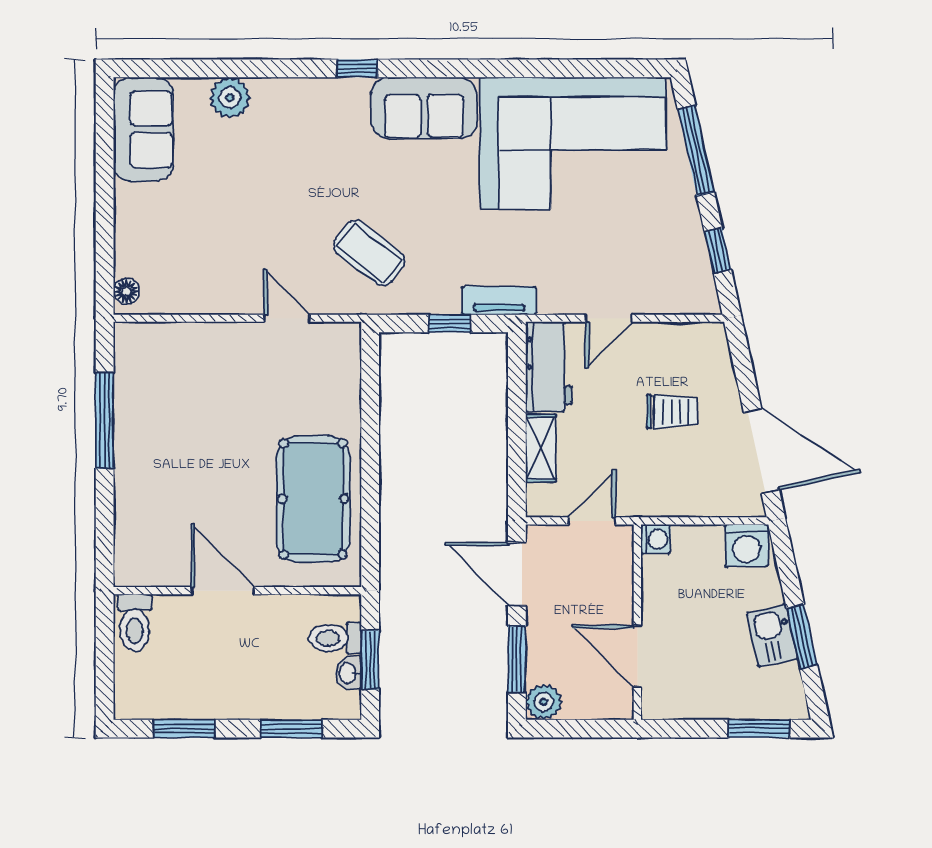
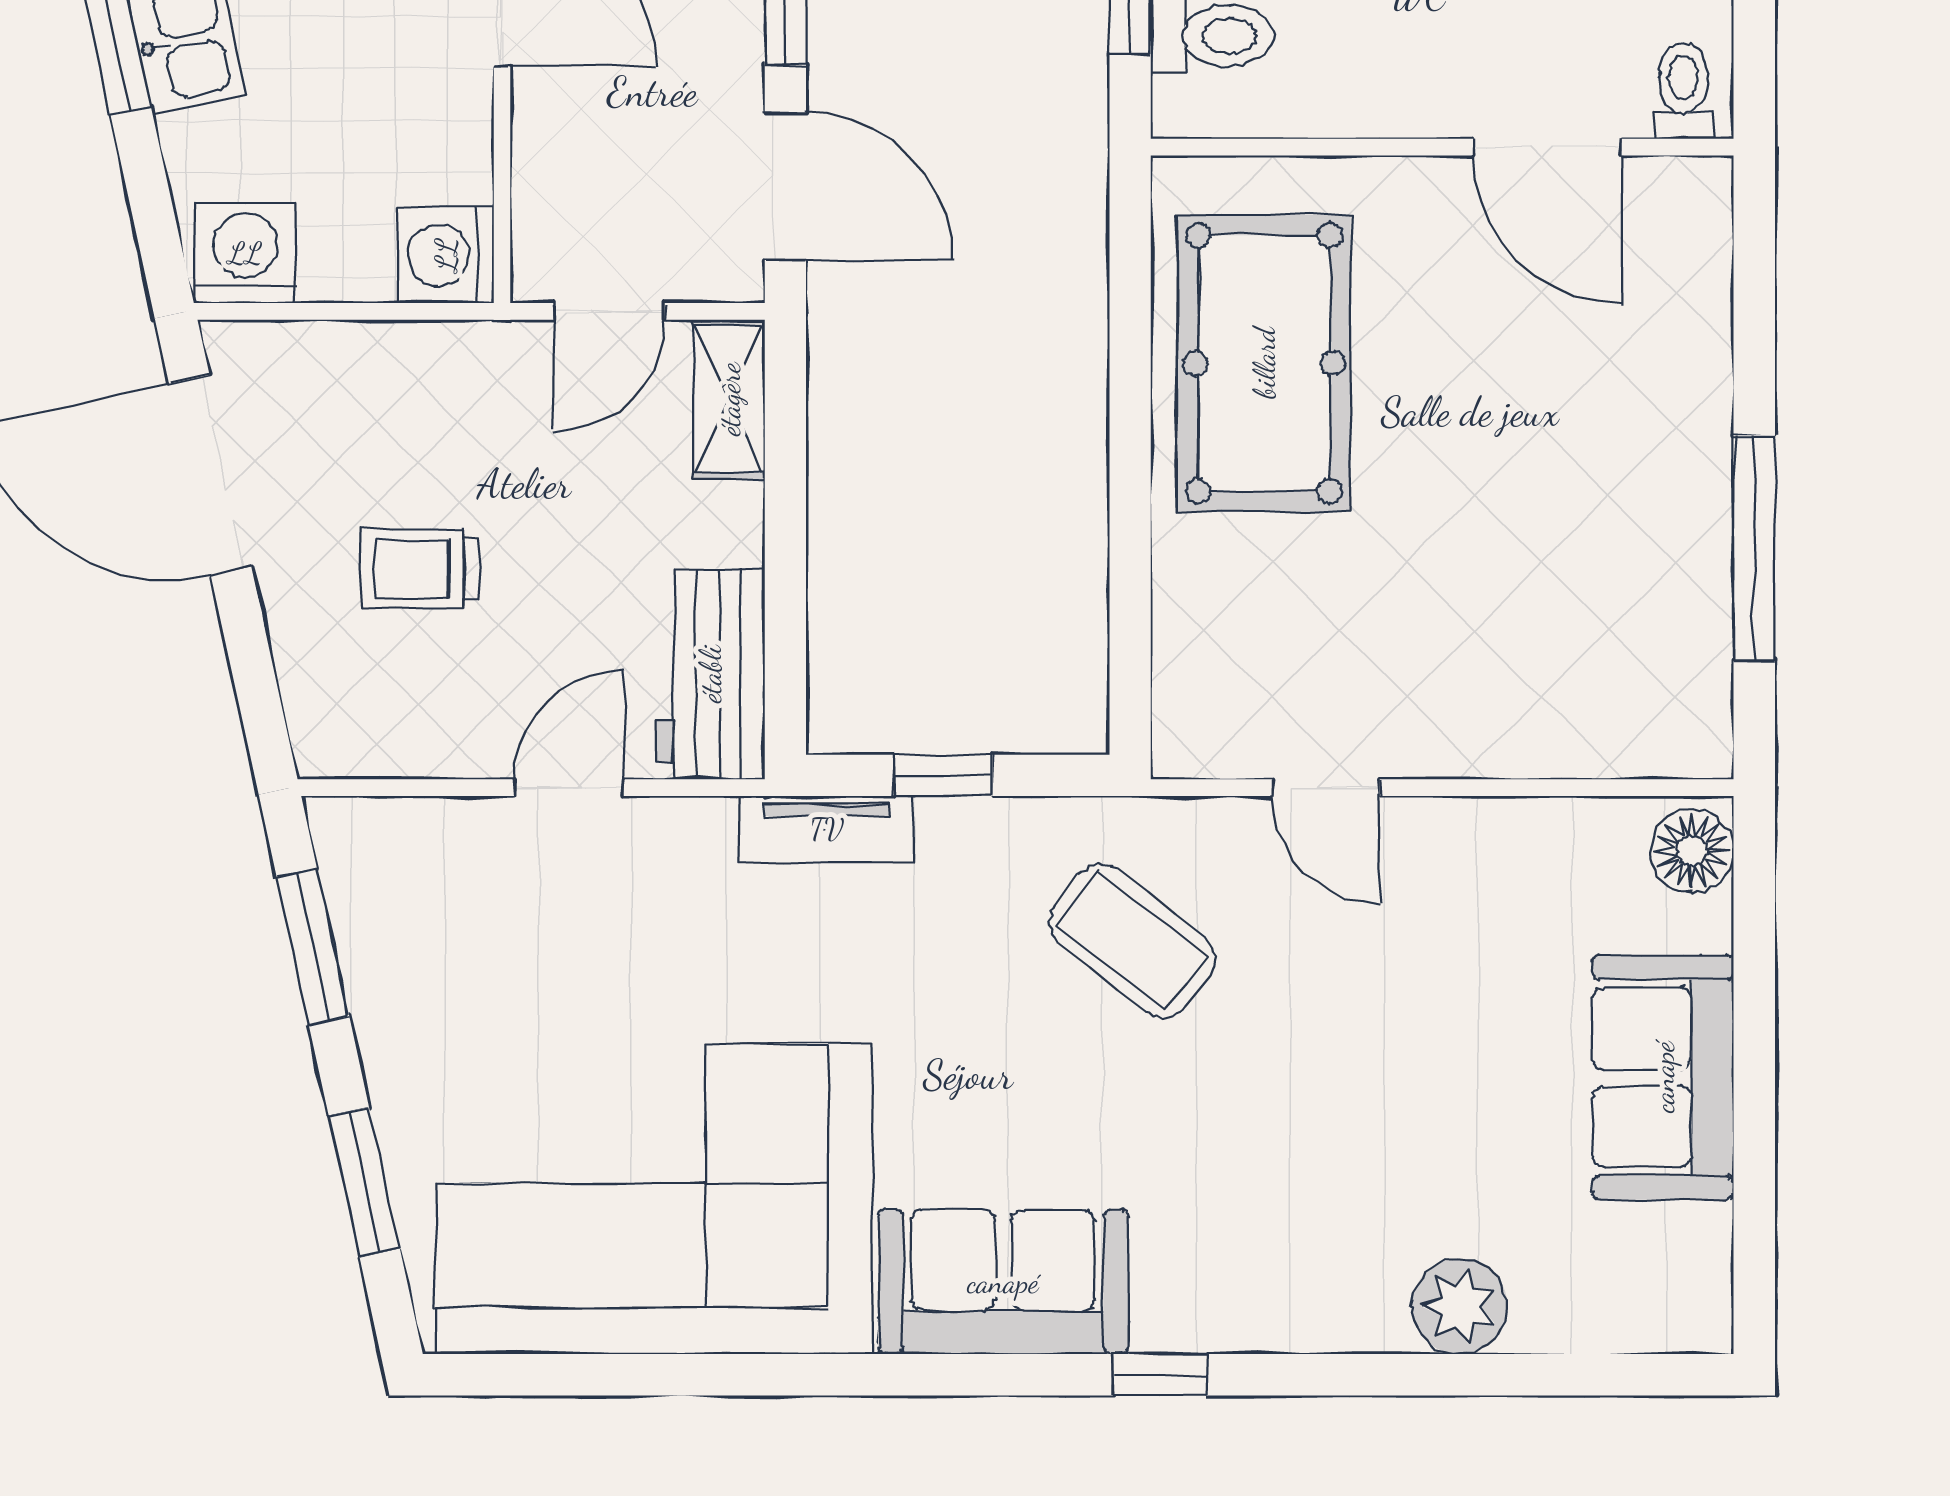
sofa: (143, 129) -> (1663, 1077), moved
window: (696, 150) -> (364, 1182), width x0.69
window: (718, 251) -> (313, 947), width x1.50
floor lamp: (126, 291) -> (1692, 851), width x1.37, depth x1.37
shelving: (541, 448) -> (729, 399), moved
washing machine: (656, 539) -> (446, 255), width x1.38, depth x1.38
door: (223, 591) -> (1547, 147), moved
toilet: (135, 623) -> (1684, 91), width x0.73, depth x0.72

